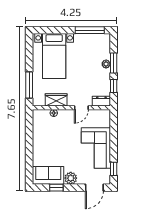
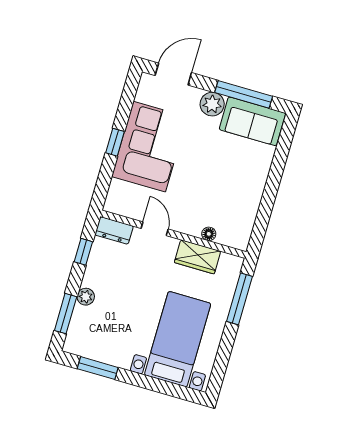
window: (90, 30) -> (98, 368), width x0.69
window: (114, 63) -> (66, 314), moved
door: (81, 108) -> (155, 229), hinge flipped
window: (114, 169) -> (115, 142), moved
window: (56, 188) -> (244, 94), width x2.17

